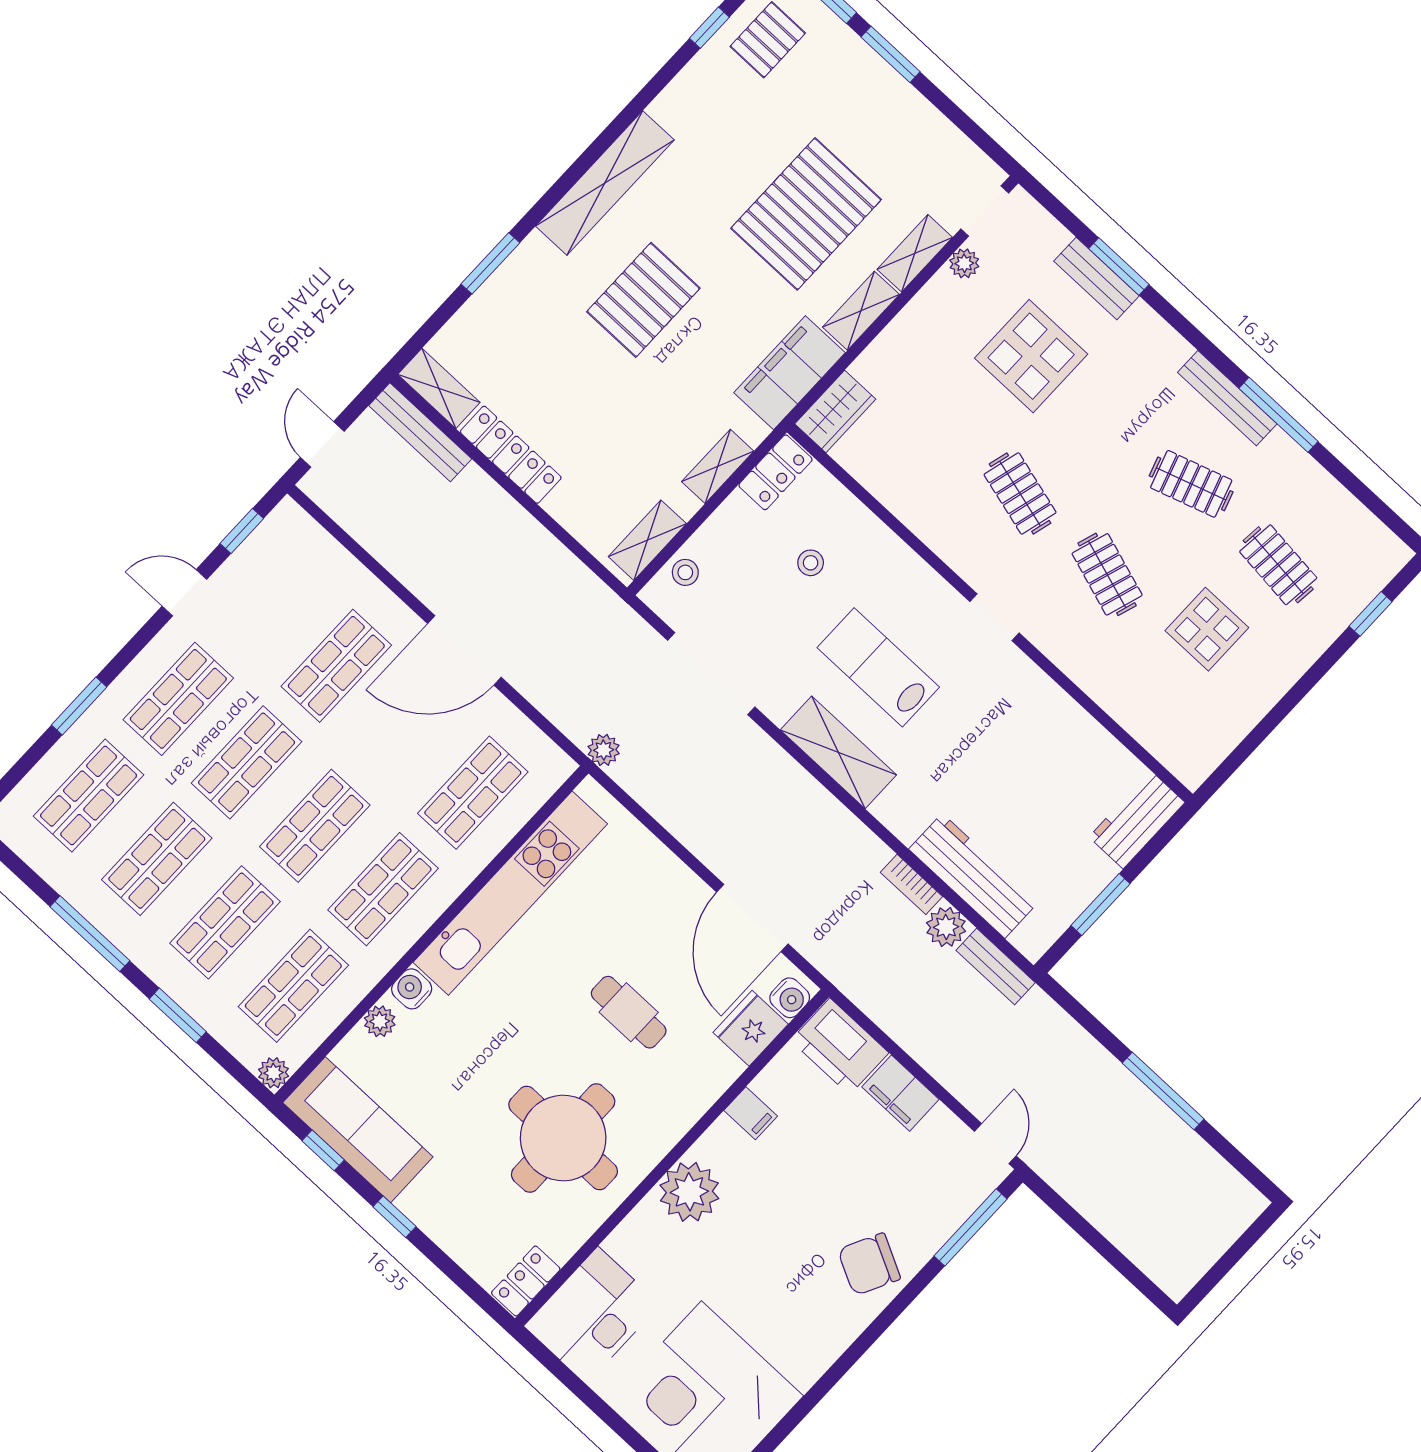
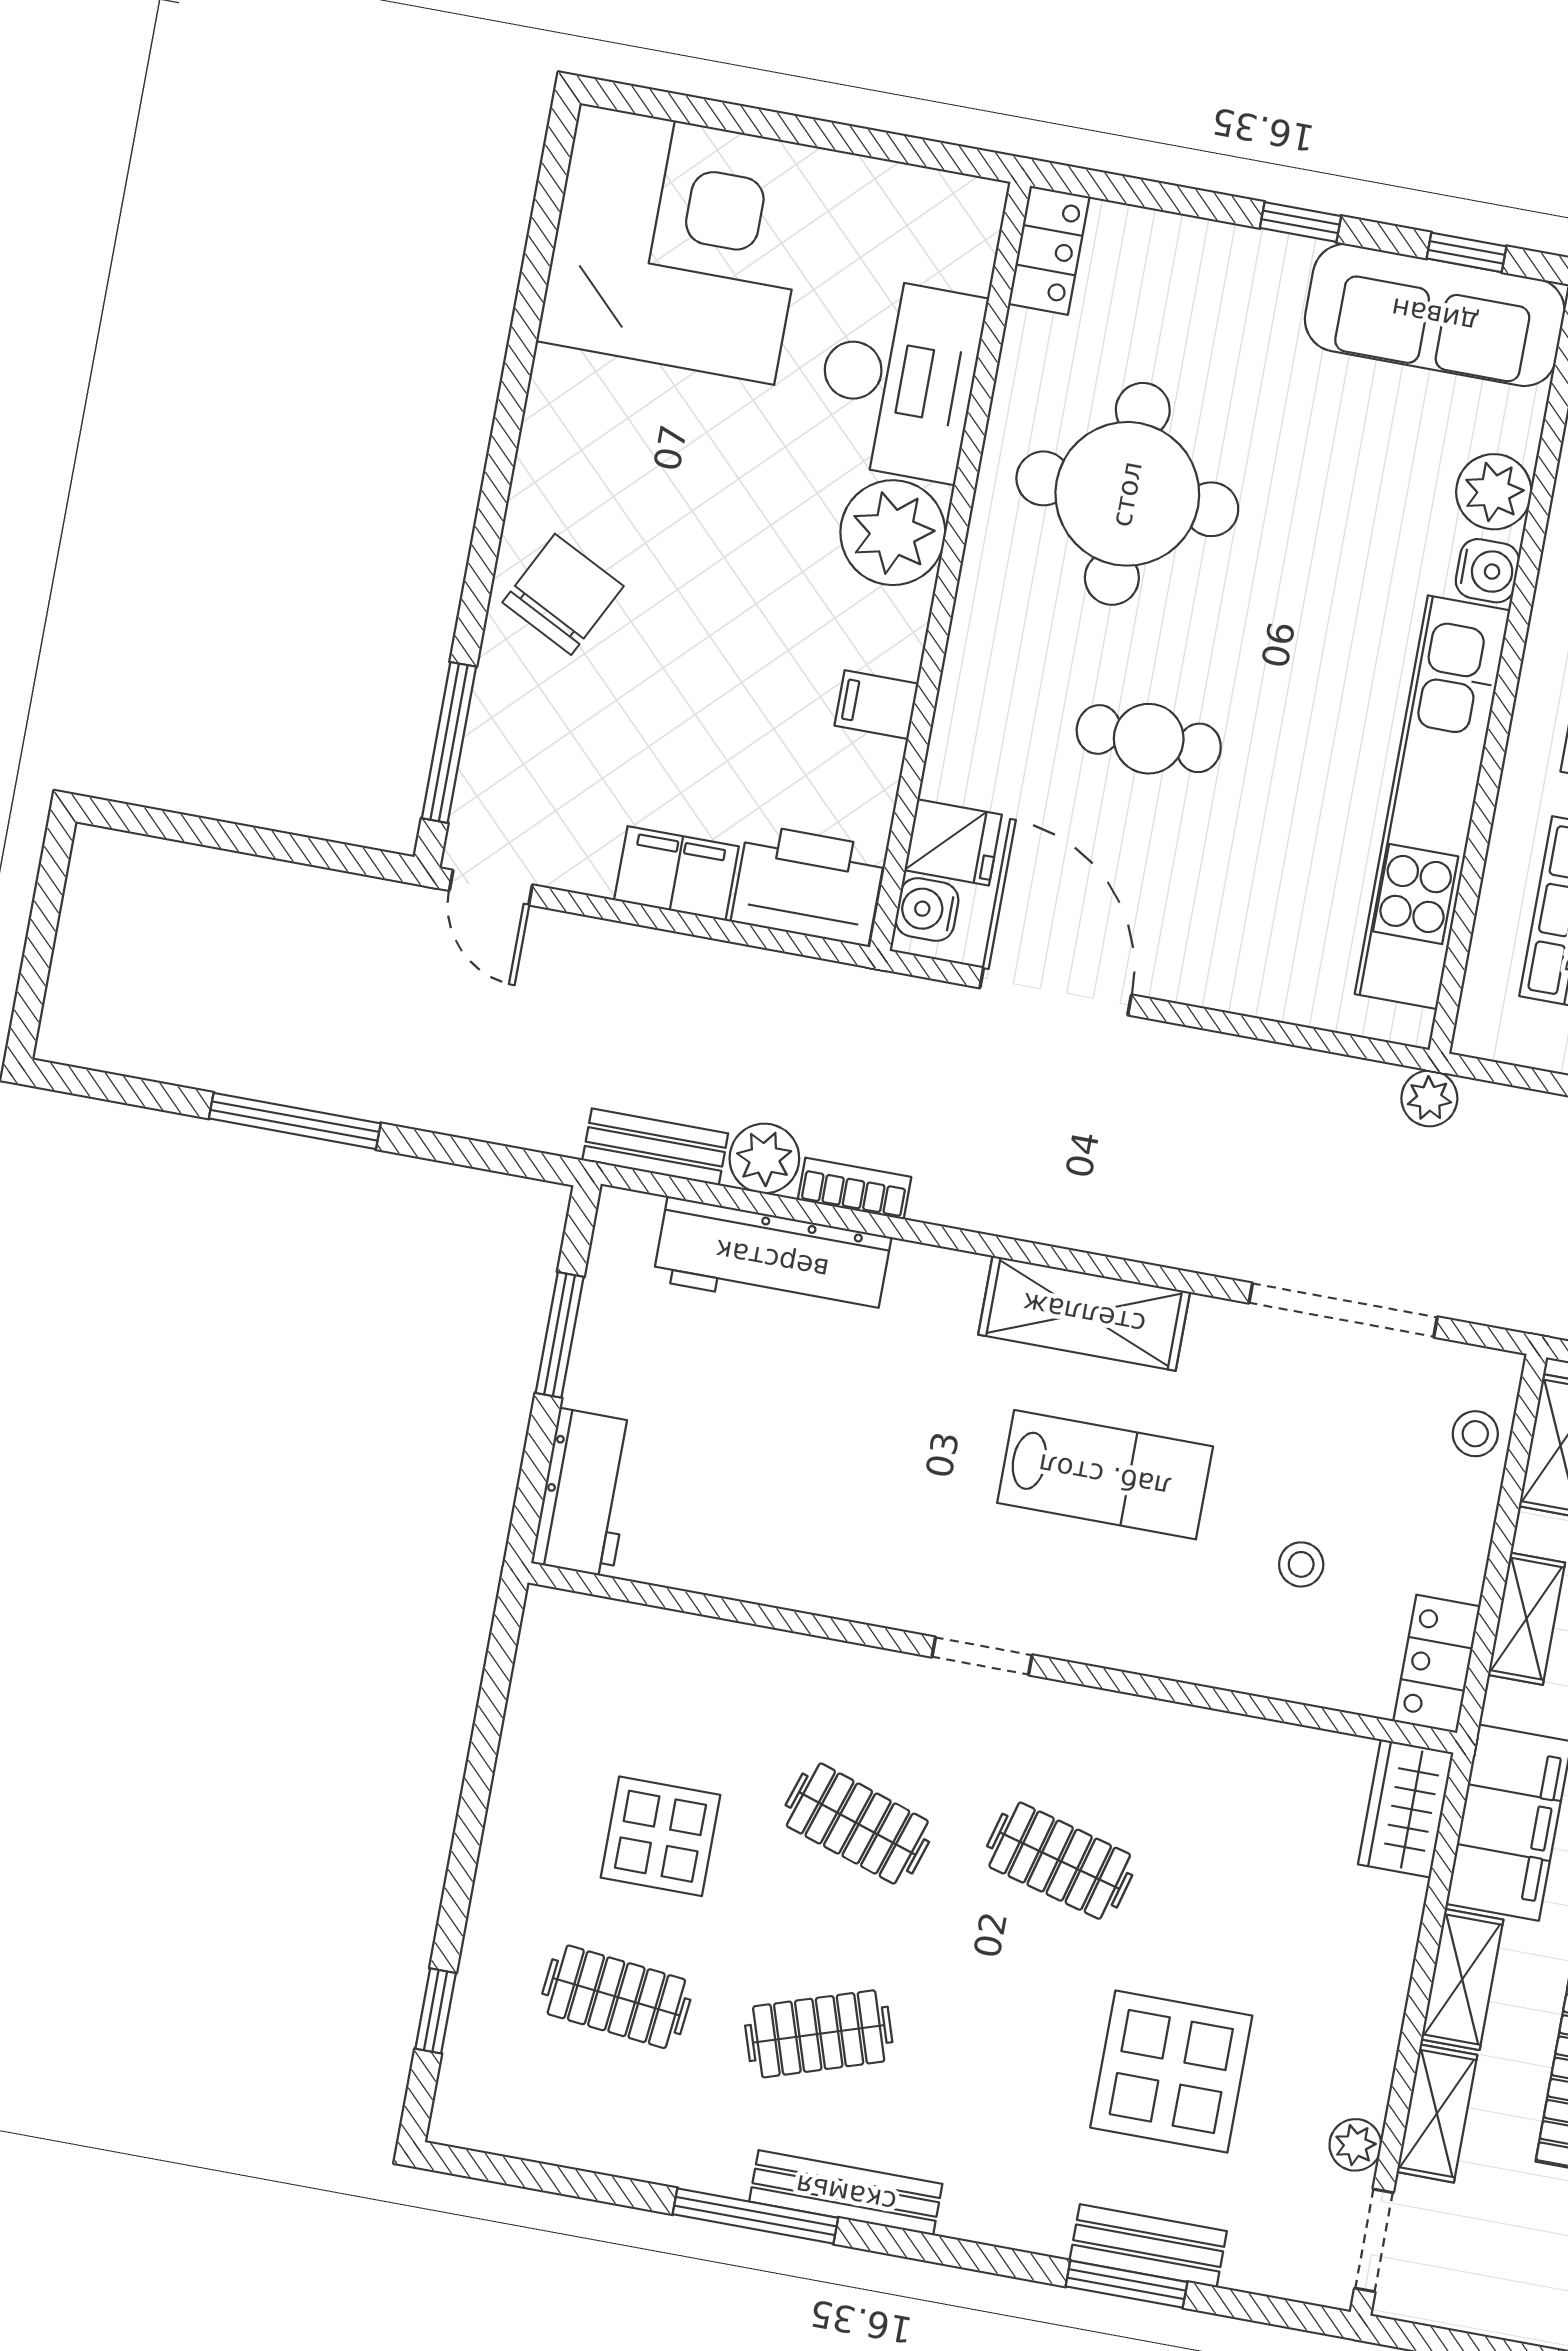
plant: (380, 1021) -> (1494, 492), width x1.38, depth x1.38
fridge: (751, 1028) -> (953, 842), width x0.72
desk: (592, 1315) -> (899, 378), moved

